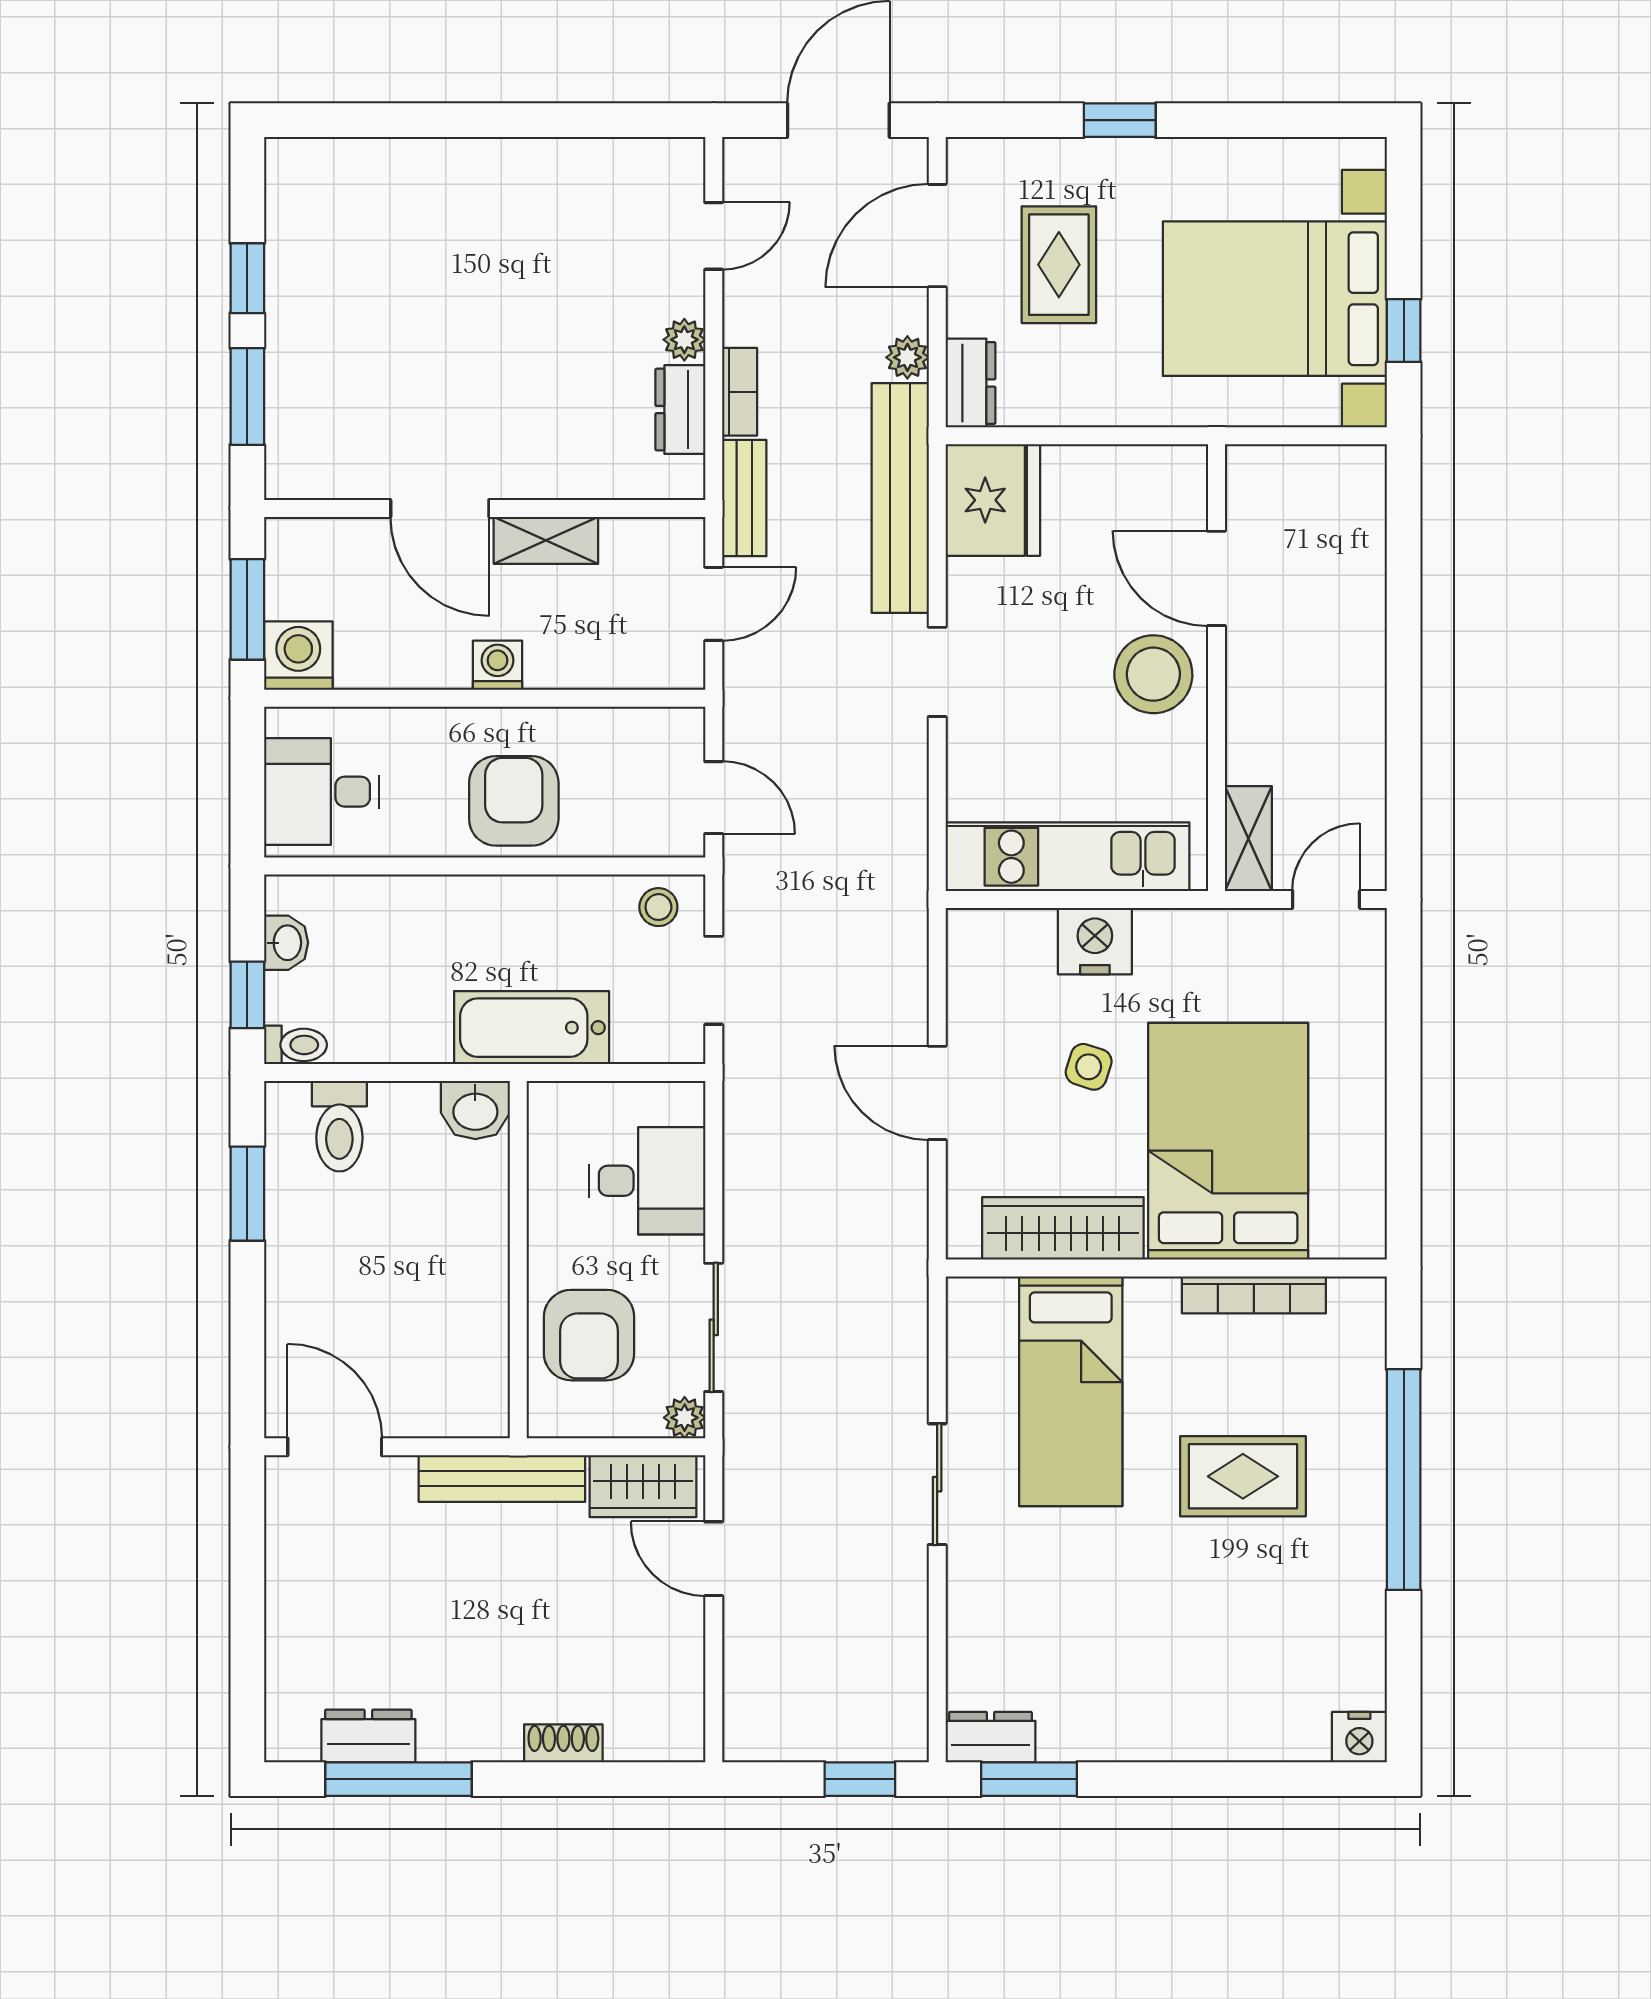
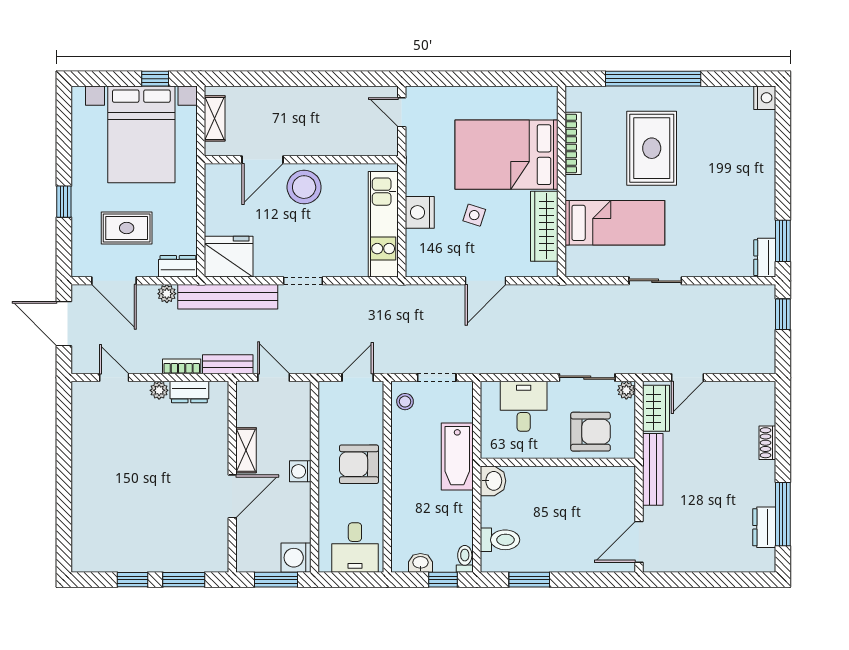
shelving: (1248, 839) -> (215, 118), moved, turned 90
rug: (1243, 1476) -> (652, 148), width x1.36, depth x1.43

